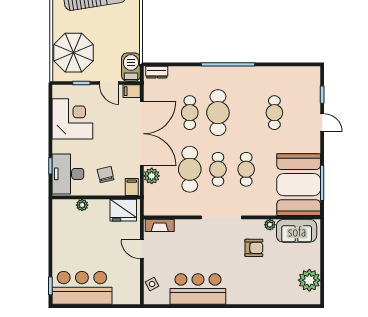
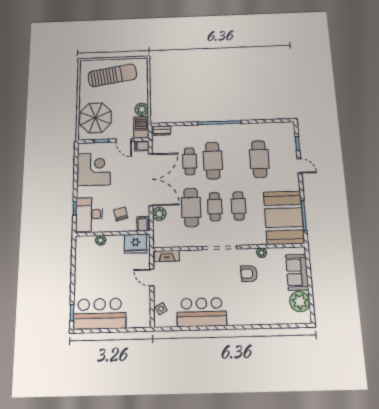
plant: (132, 43) -> (142, 109), added
cafe table: (274, 113) -> (259, 159), width x1.37, depth x1.35
sofa: (297, 231) -> (297, 272), moved, turned 90
armchair: (254, 248) -> (249, 274), turned 180

